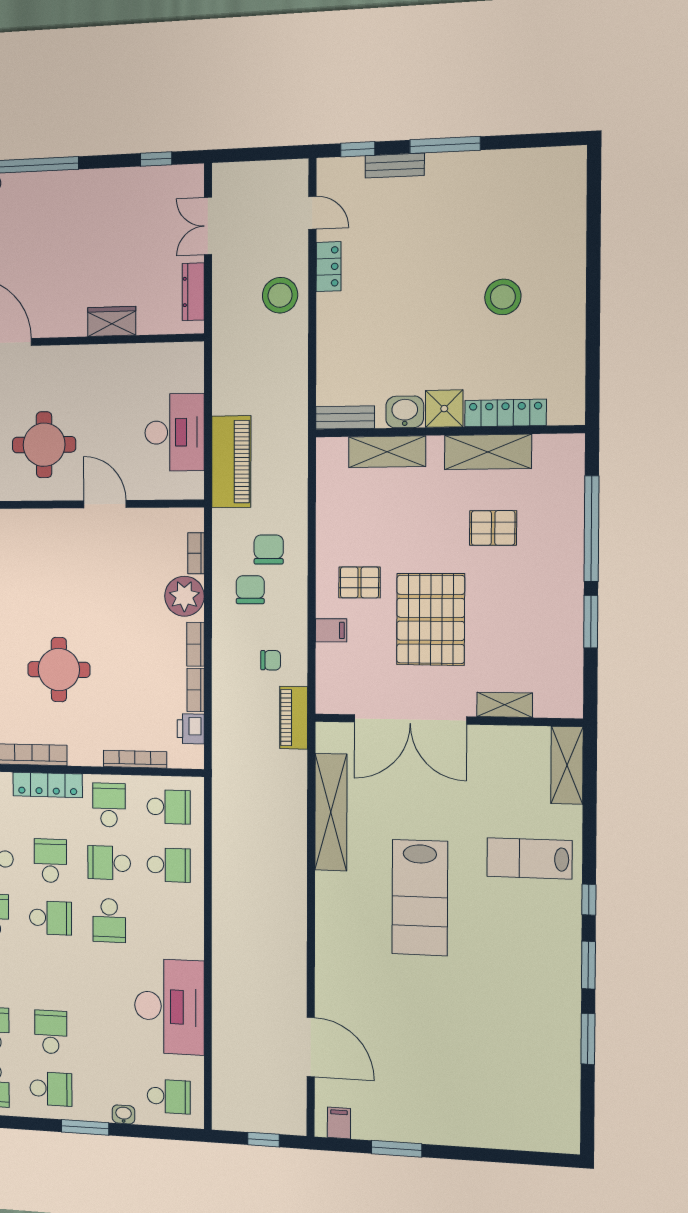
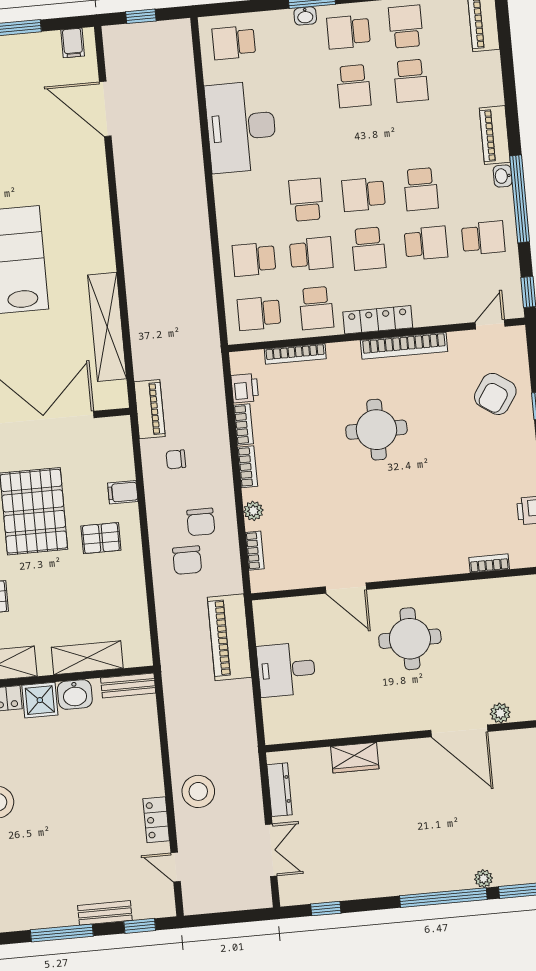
desk: (175, 432) -> (286, 670), width x0.73
plant: (184, 596) -> (253, 511), width x0.53, depth x0.53
washbasin: (124, 1114) -> (305, 16), moved

